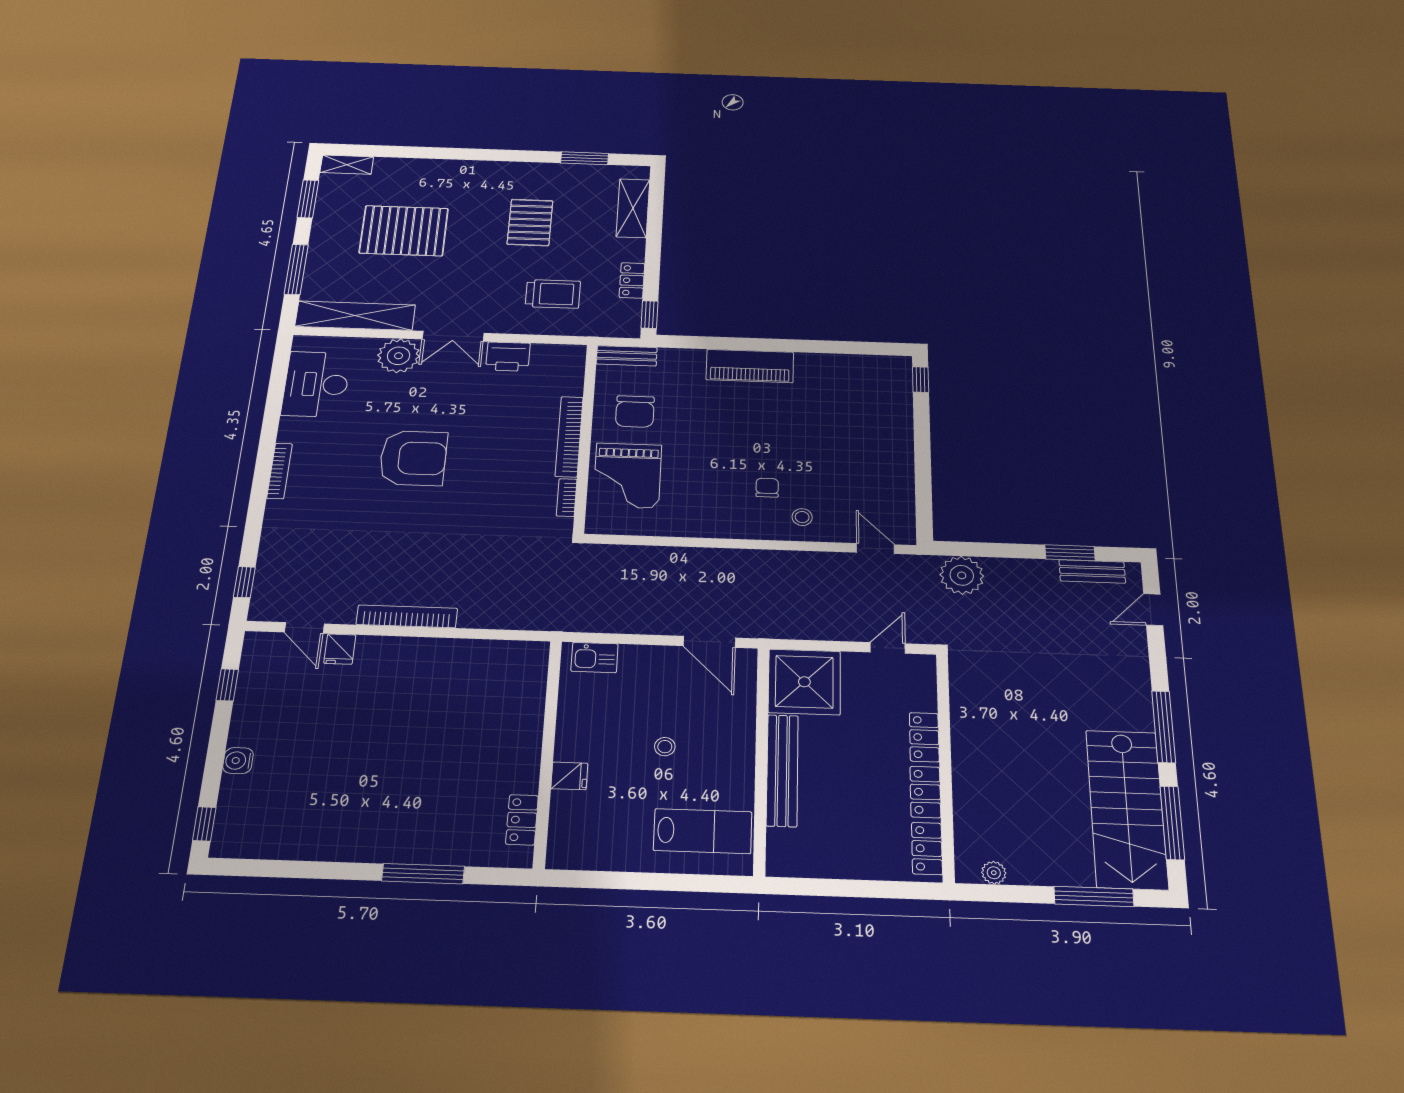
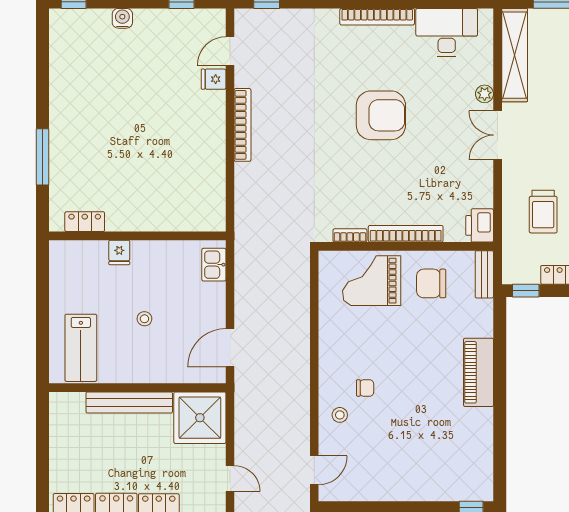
plant: (399, 356) -> (485, 94), width x0.53, depth x0.53
printer: (508, 357) -> (480, 225), moved
armchair: (413, 458) -> (381, 115), turned -90
bookcase: (280, 471) -> (377, 17), width x1.48, depth x1.31

